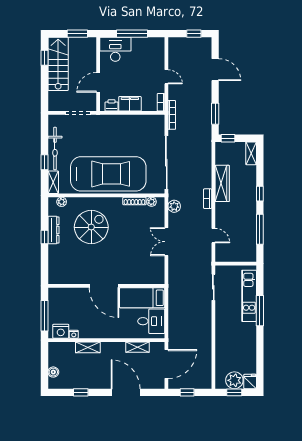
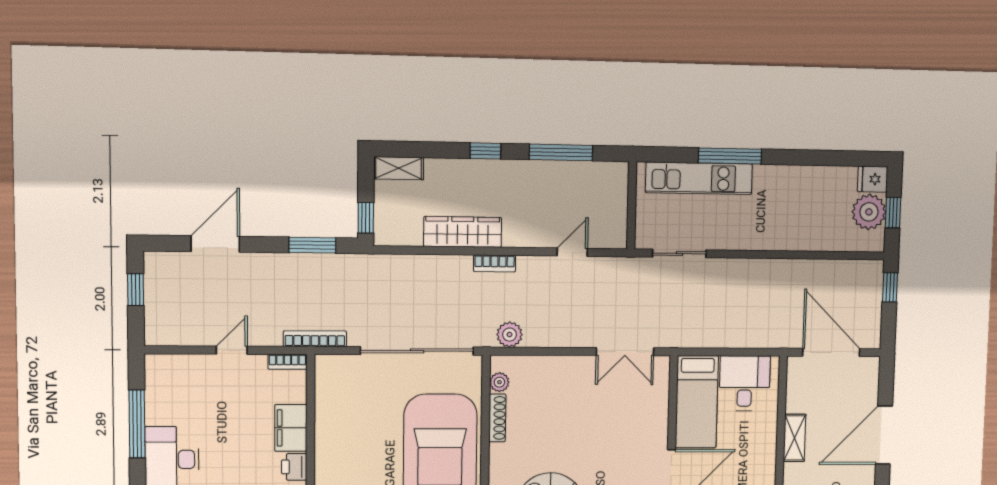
double door: (166, 242) -> (625, 352), moved
shelving: (137, 347) -> (795, 438), moved
window: (187, 392) -> (890, 287), moved

